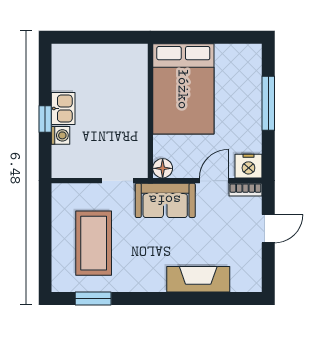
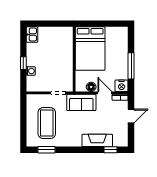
window: (268, 103) -> (131, 66), moved
kitchen sink: (63, 108) -> (32, 35), moved
floor lamp: (163, 168) -> (91, 87), moved
door: (214, 181) -> (105, 93), hinge flipped
window: (226, 298) -> (110, 150), added

